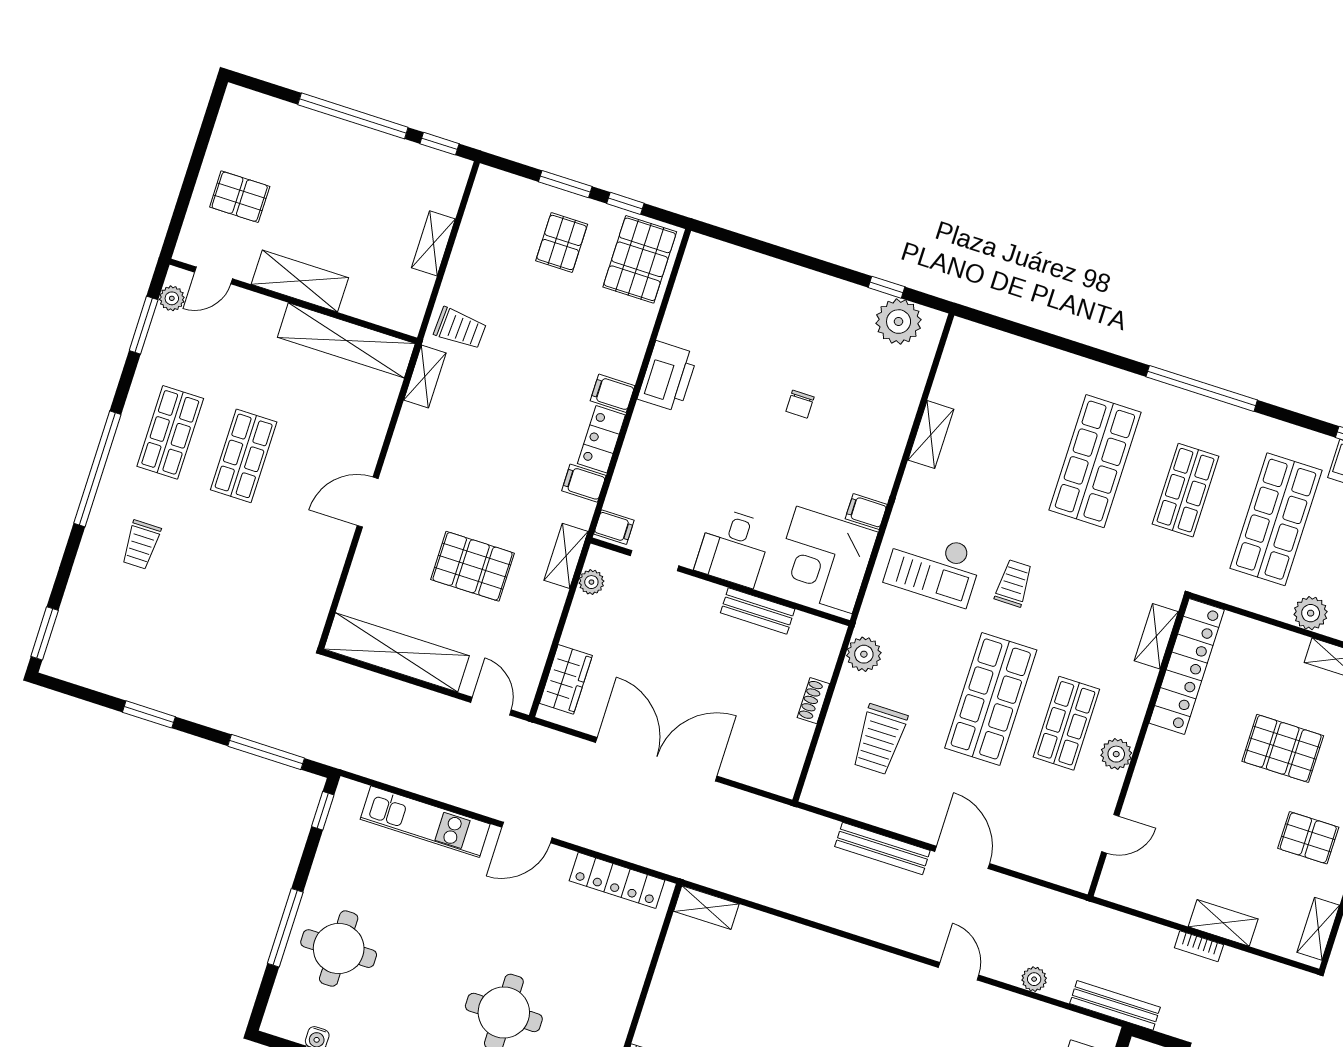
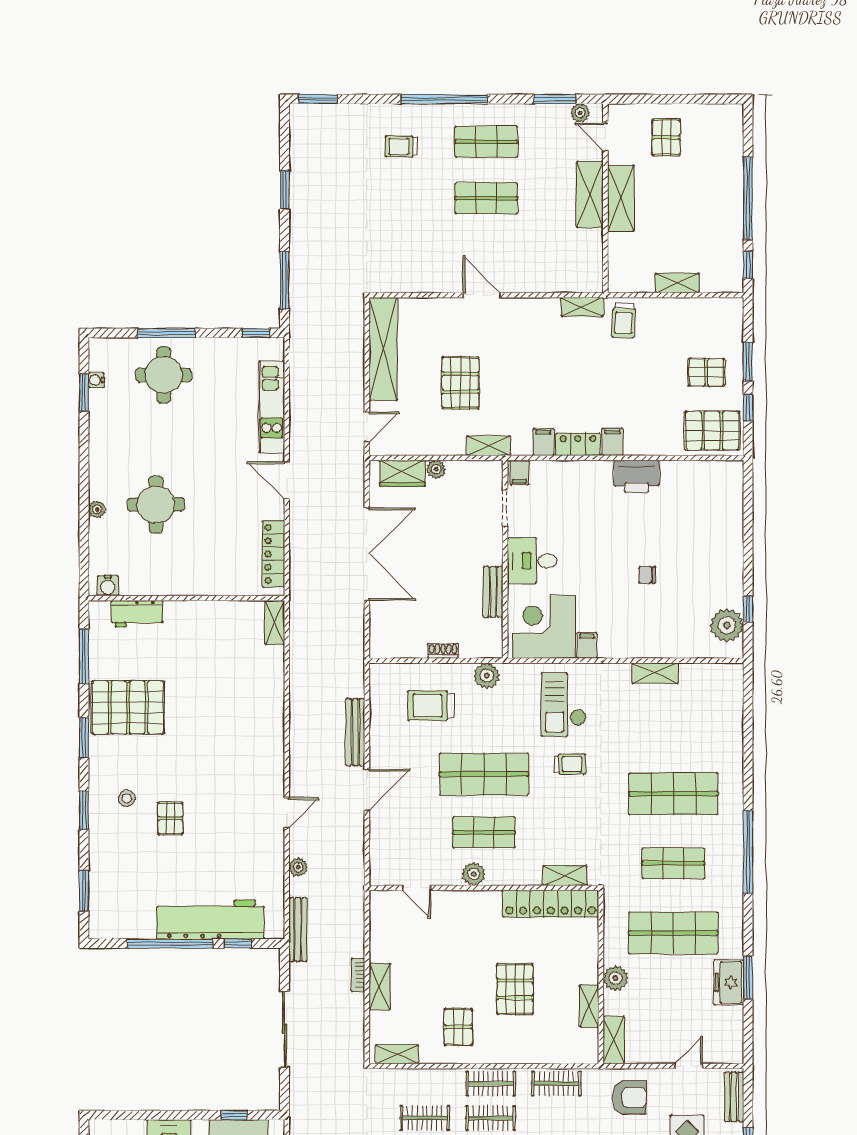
shelving: (346, 340) -> (590, 194), moved, width x0.68
plant: (591, 582) -> (436, 469), moved

